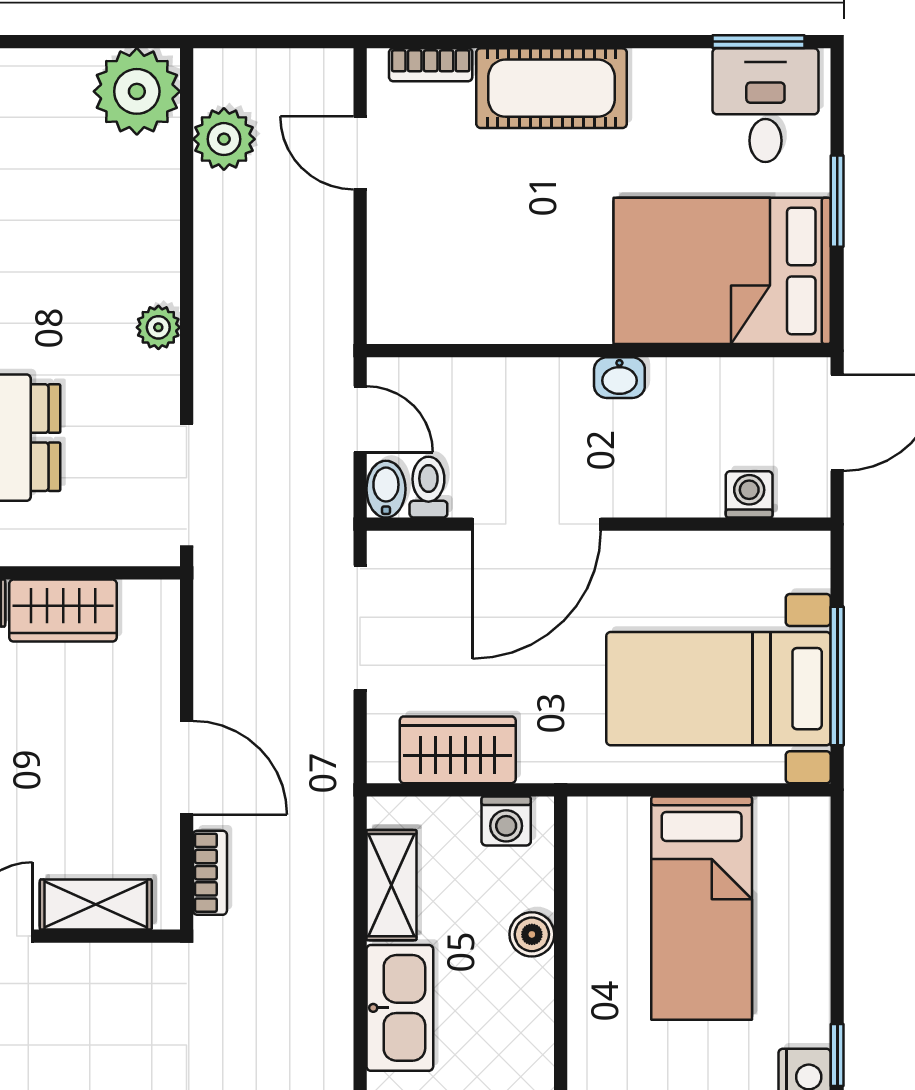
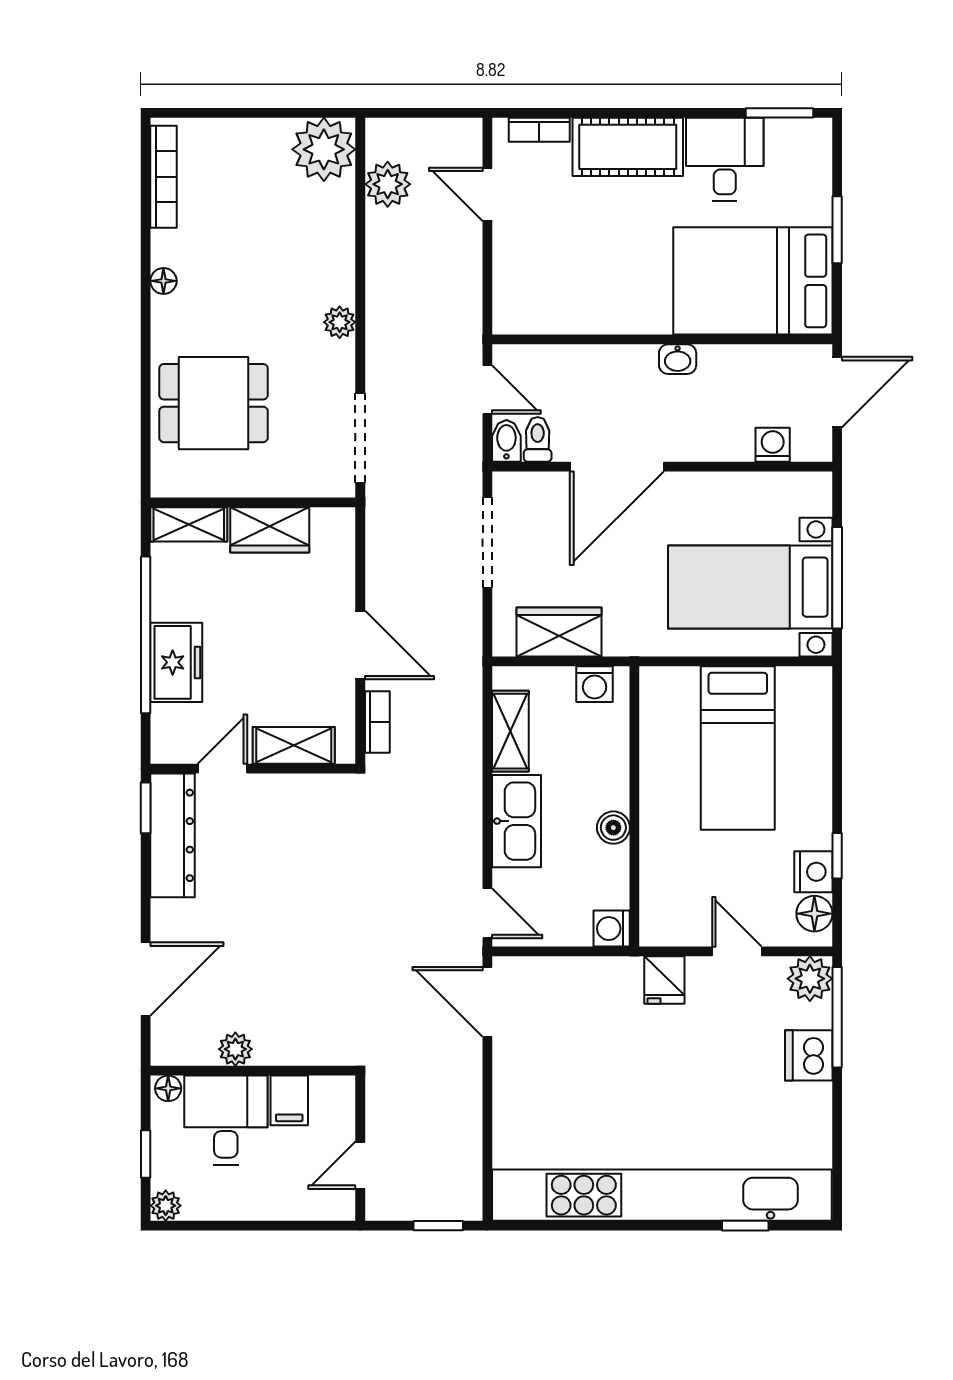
desk: (765, 105) -> (725, 159), moved
boiler: (532, 934) -> (613, 828), moved

